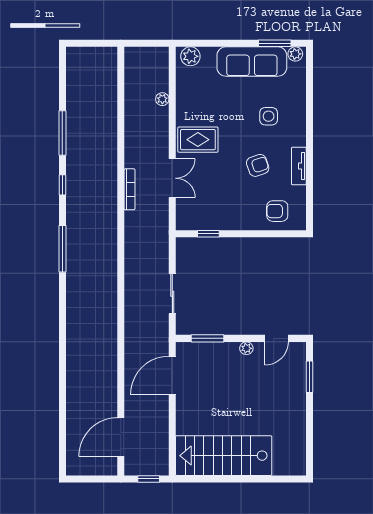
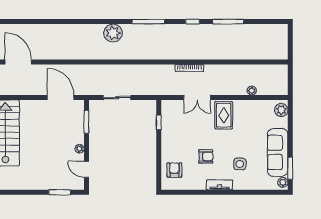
armchair: (258, 165) -> (206, 156), turned -71
tv unit: (299, 166) -> (219, 185), moved
plant: (79, 300) -> (113, 33), added

